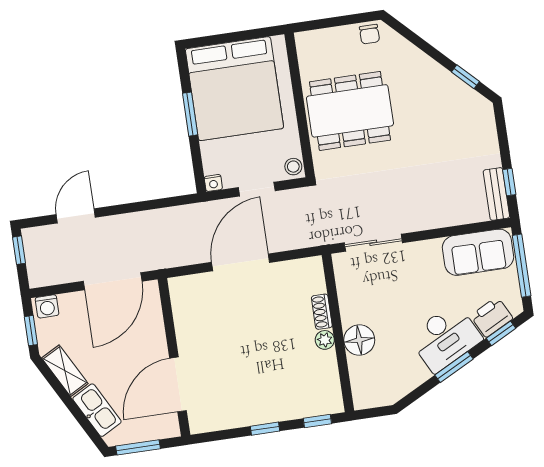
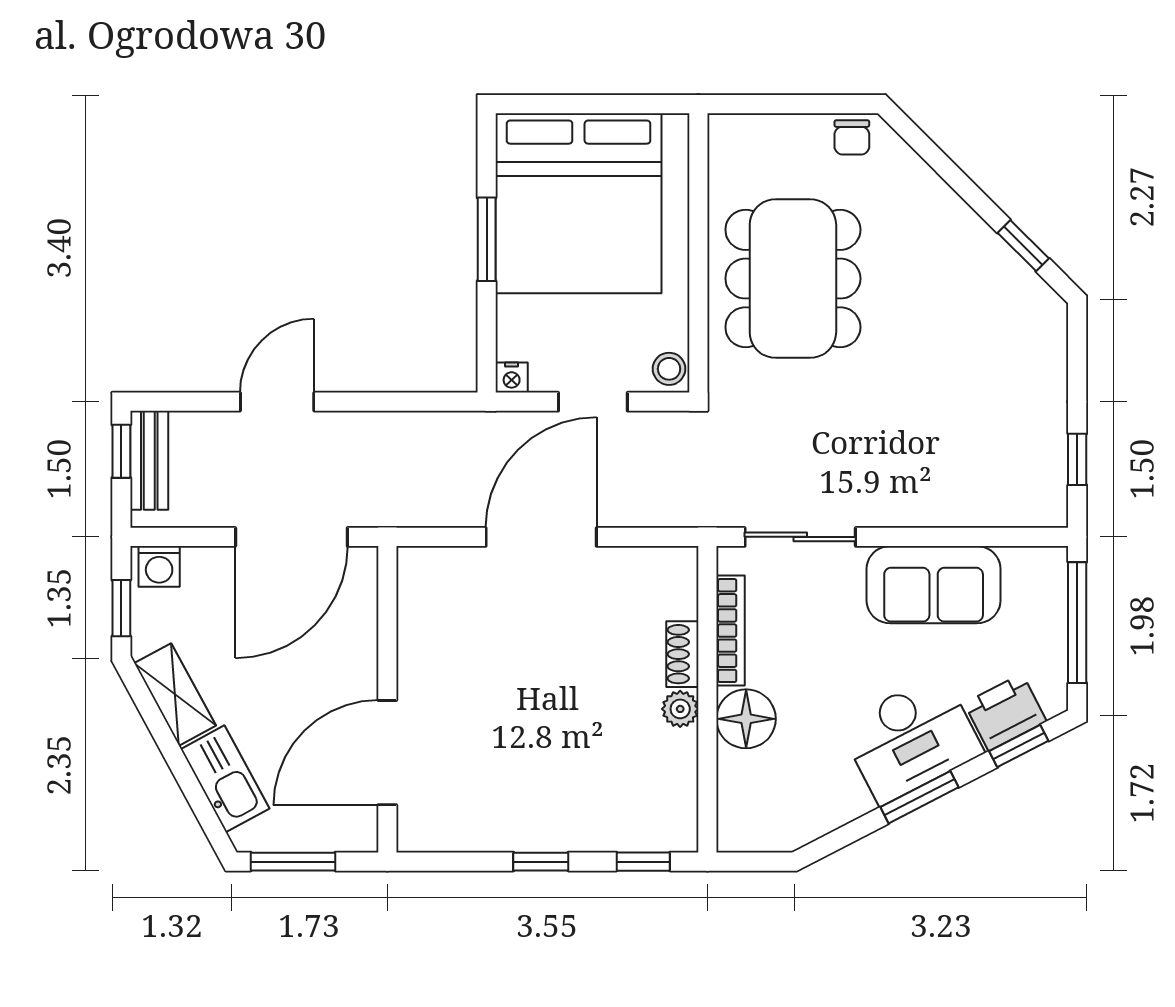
dining table: (350, 111) -> (793, 279), turned 90
bench: (496, 194) -> (149, 460), moved
door: (76, 216) -> (277, 402), moved
sofa: (478, 252) -> (934, 585), moved
bookcase: (345, 296) -> (731, 631), added

